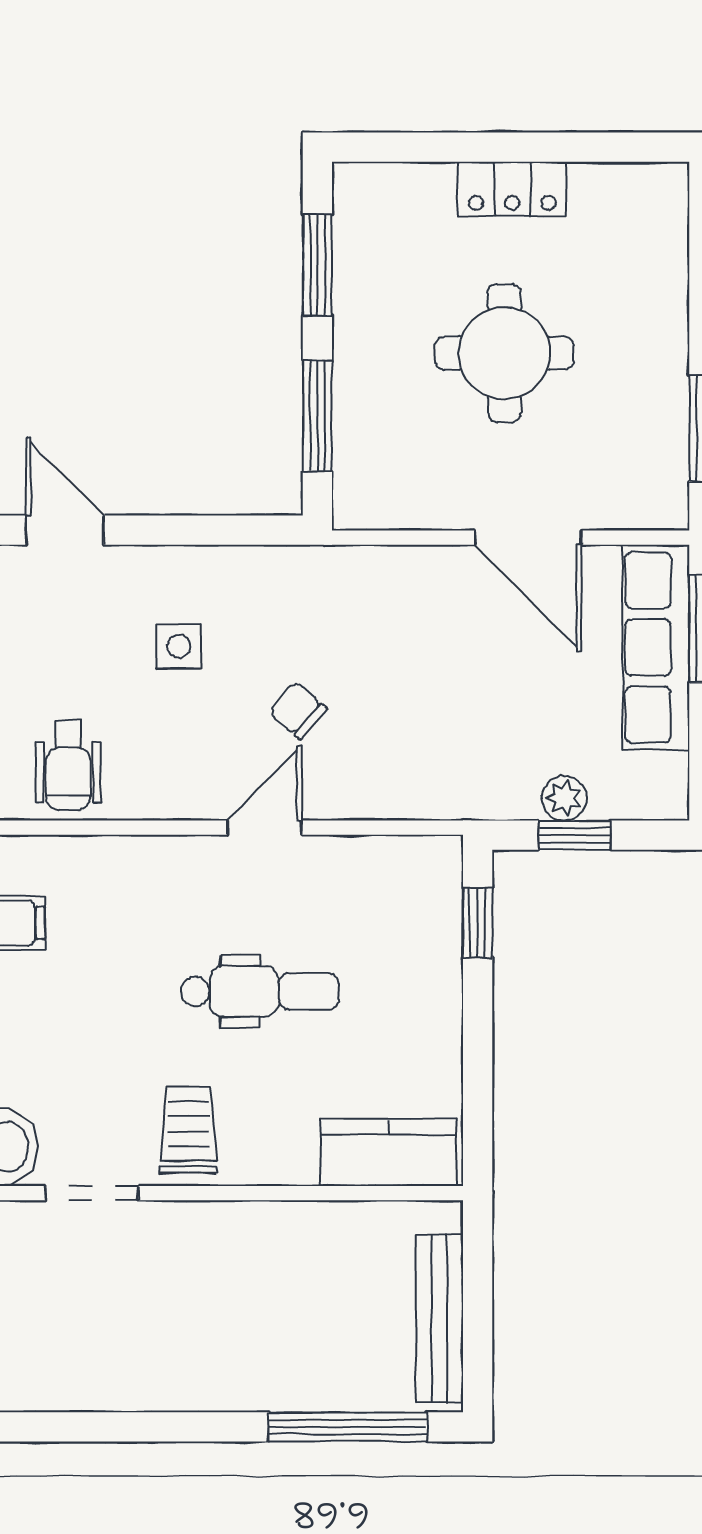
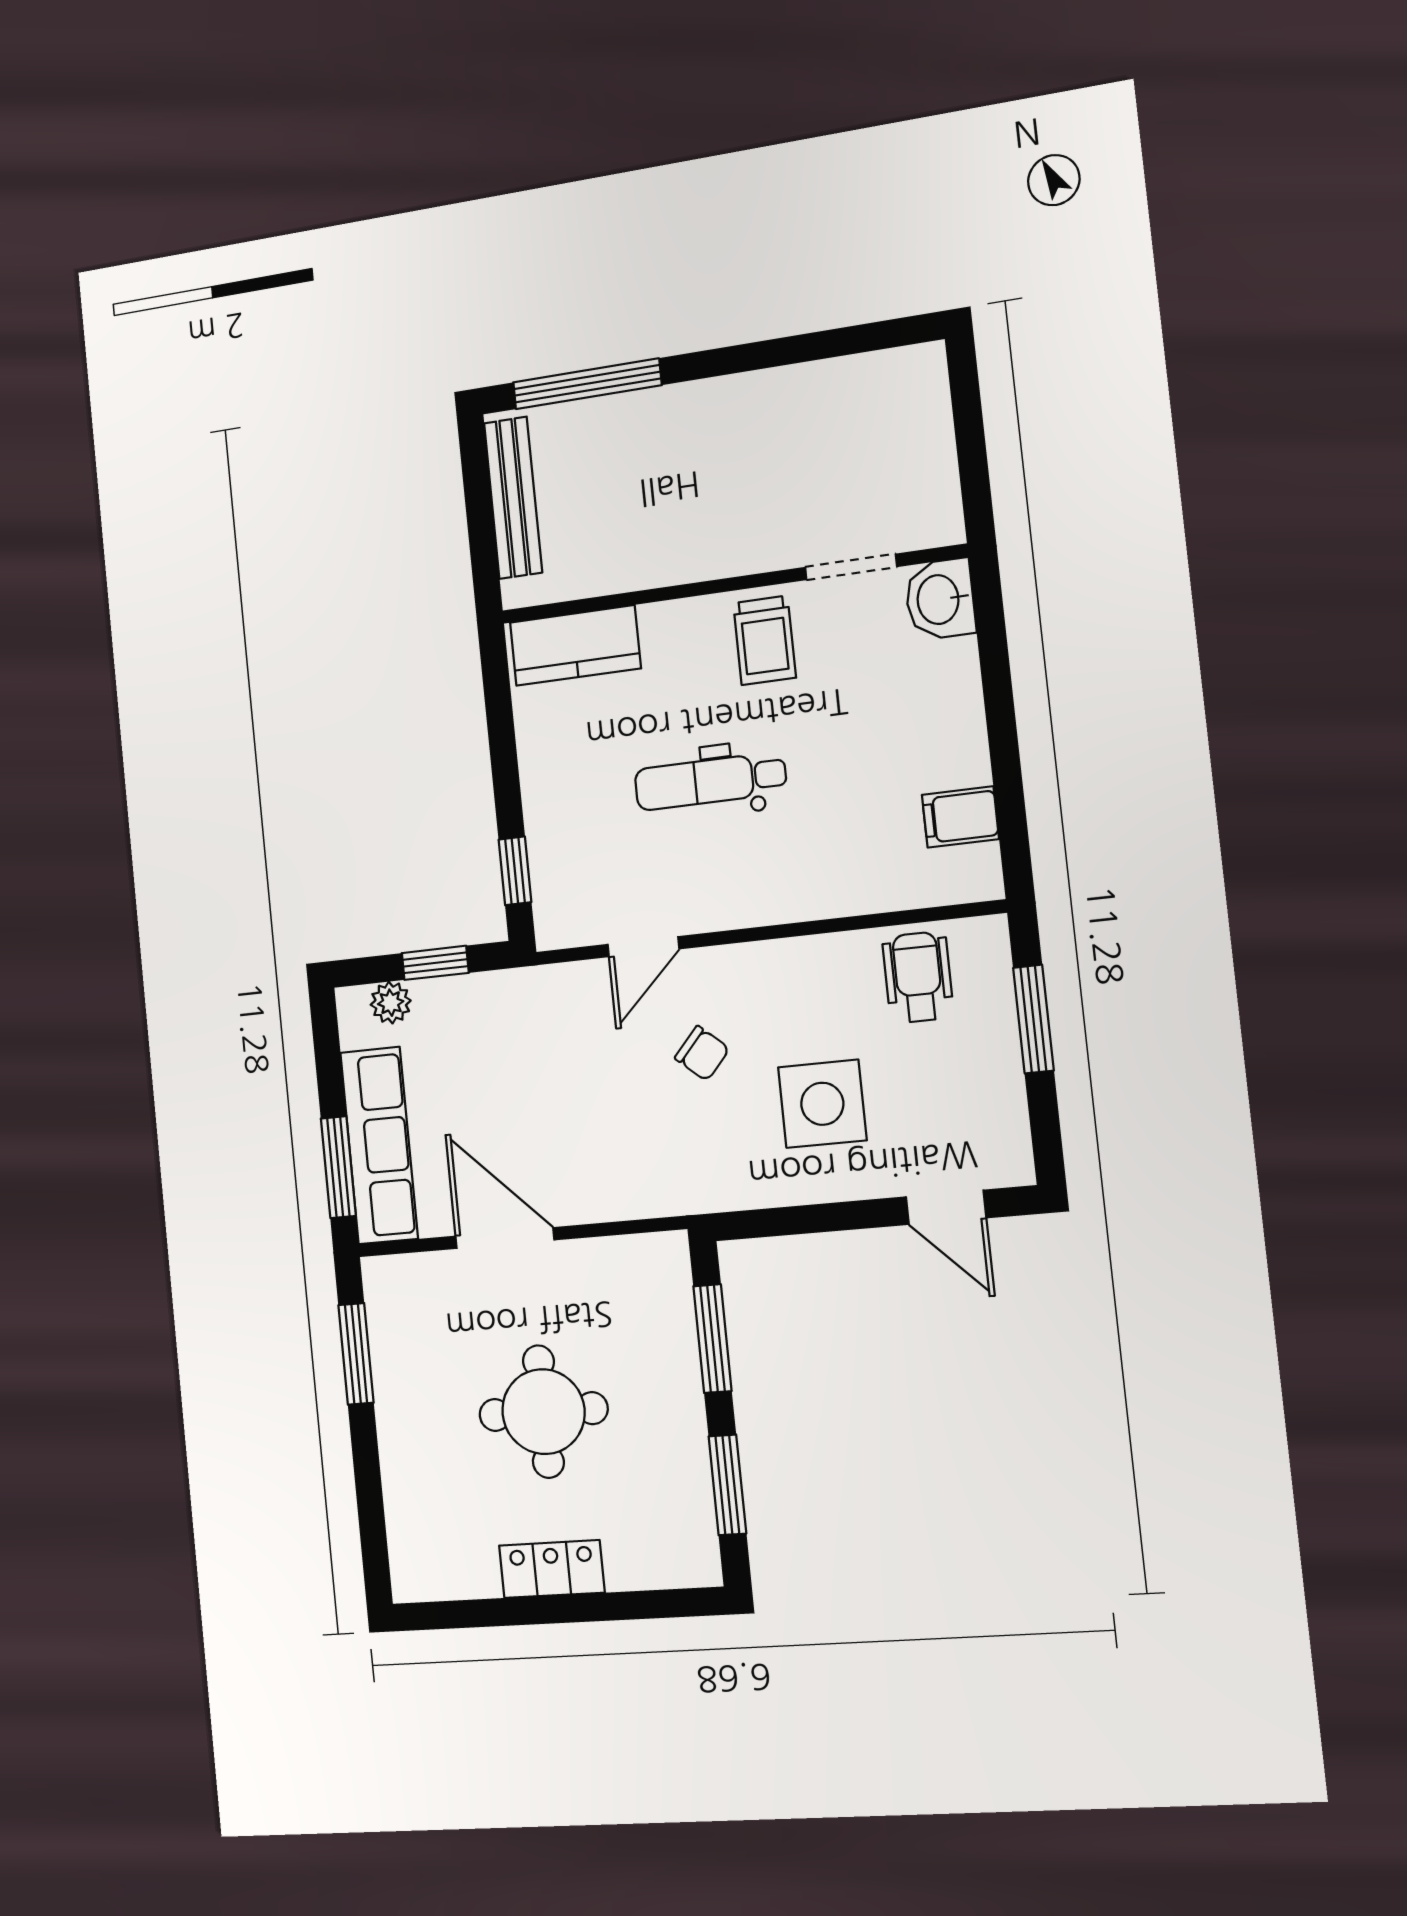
side table: (179, 646) -> (822, 1104), width x1.87, depth x1.87
plant: (564, 798) -> (391, 1003), moved
door: (264, 828) -> (643, 947), moved

